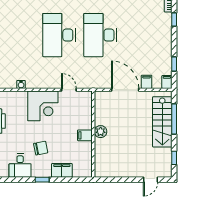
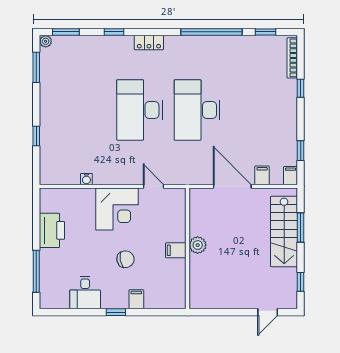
window: (174, 119) -> (301, 228), width x0.69
chair: (41, 148) -> (125, 259), moved
filing cabinet: (62, 170) -> (136, 299), width x0.50

